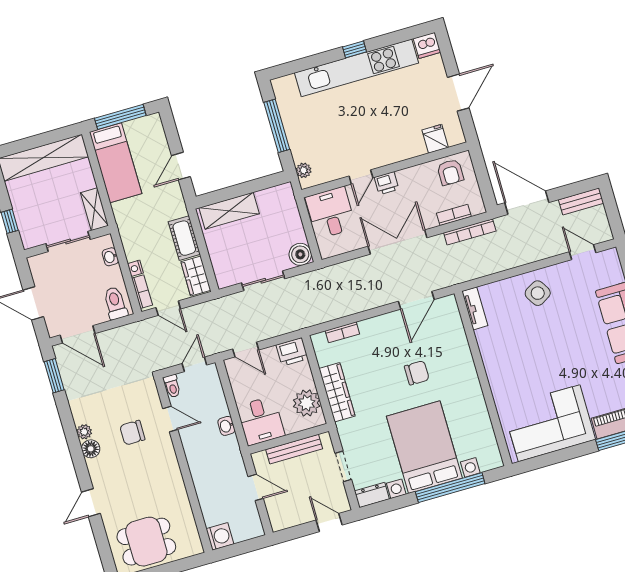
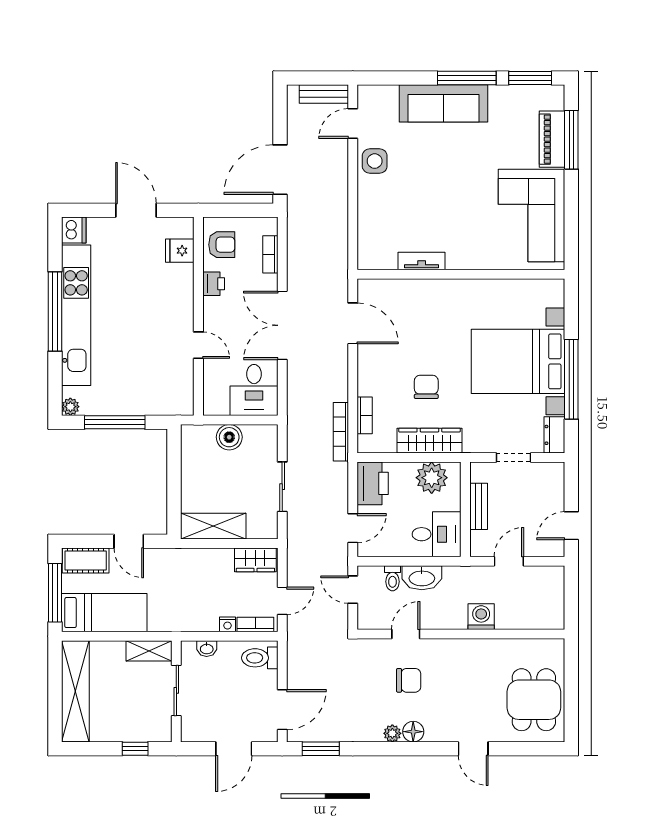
window: (355, 49) -> (55, 311), width x3.17
plant: (304, 170) -> (70, 407), moved
printer: (387, 183) -> (214, 284), moved
bench: (581, 201) -> (324, 94), moved, turned 90
shelving: (229, 211) -> (213, 526), moved, turned 90
desk: (331, 213) -> (254, 390), moved, turned -90
bookcase: (470, 232) -> (341, 432), moved, turned 180
cot: (184, 238) -> (86, 561), moved
boiler: (300, 254) -> (229, 437), moved
side table: (538, 293) -> (375, 161), moved, turned 31
tv unit: (475, 308) -> (422, 261), moved
printer: (292, 352) -> (373, 483), width x1.37, depth x1.19
chair: (417, 373) -> (426, 387), moved
toilet: (172, 386) -> (393, 578), moved, turned 90
washbasin: (226, 426) -> (422, 578), width x1.91, depth x1.45
chair: (132, 433) -> (409, 680), turned -90
bench: (294, 449) -> (479, 506), width x0.73
window: (450, 488) -> (571, 379), moved
door: (329, 523) -> (571, 526), moved
washing machine: (220, 536) -> (481, 617), moved

